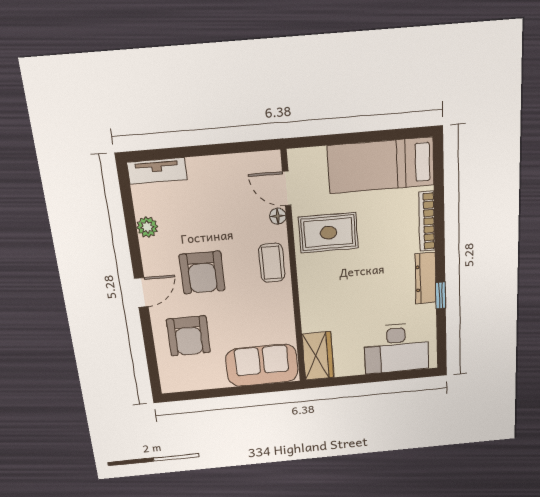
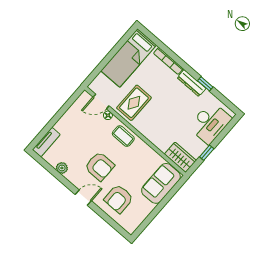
door: (141, 293) -> (83, 198), hinge flipped
armchair: (188, 336) -> (119, 199), turned 90
window: (355, 380) -> (207, 153), added

